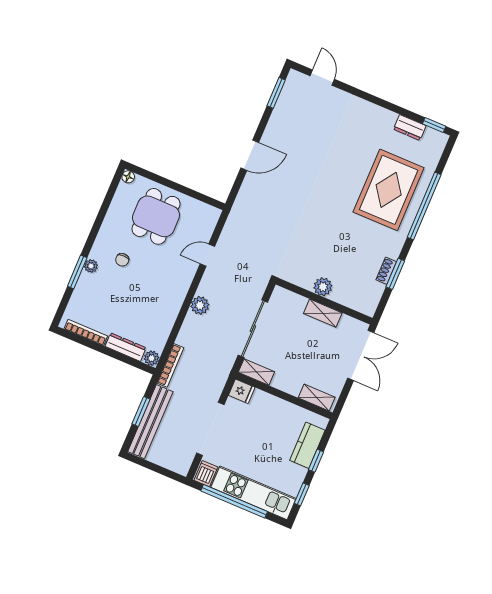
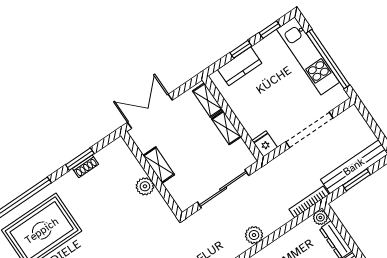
shelving: (256, 372) -> (226, 128), moved
dishwasher: (206, 474) -> (336, 96), removed

